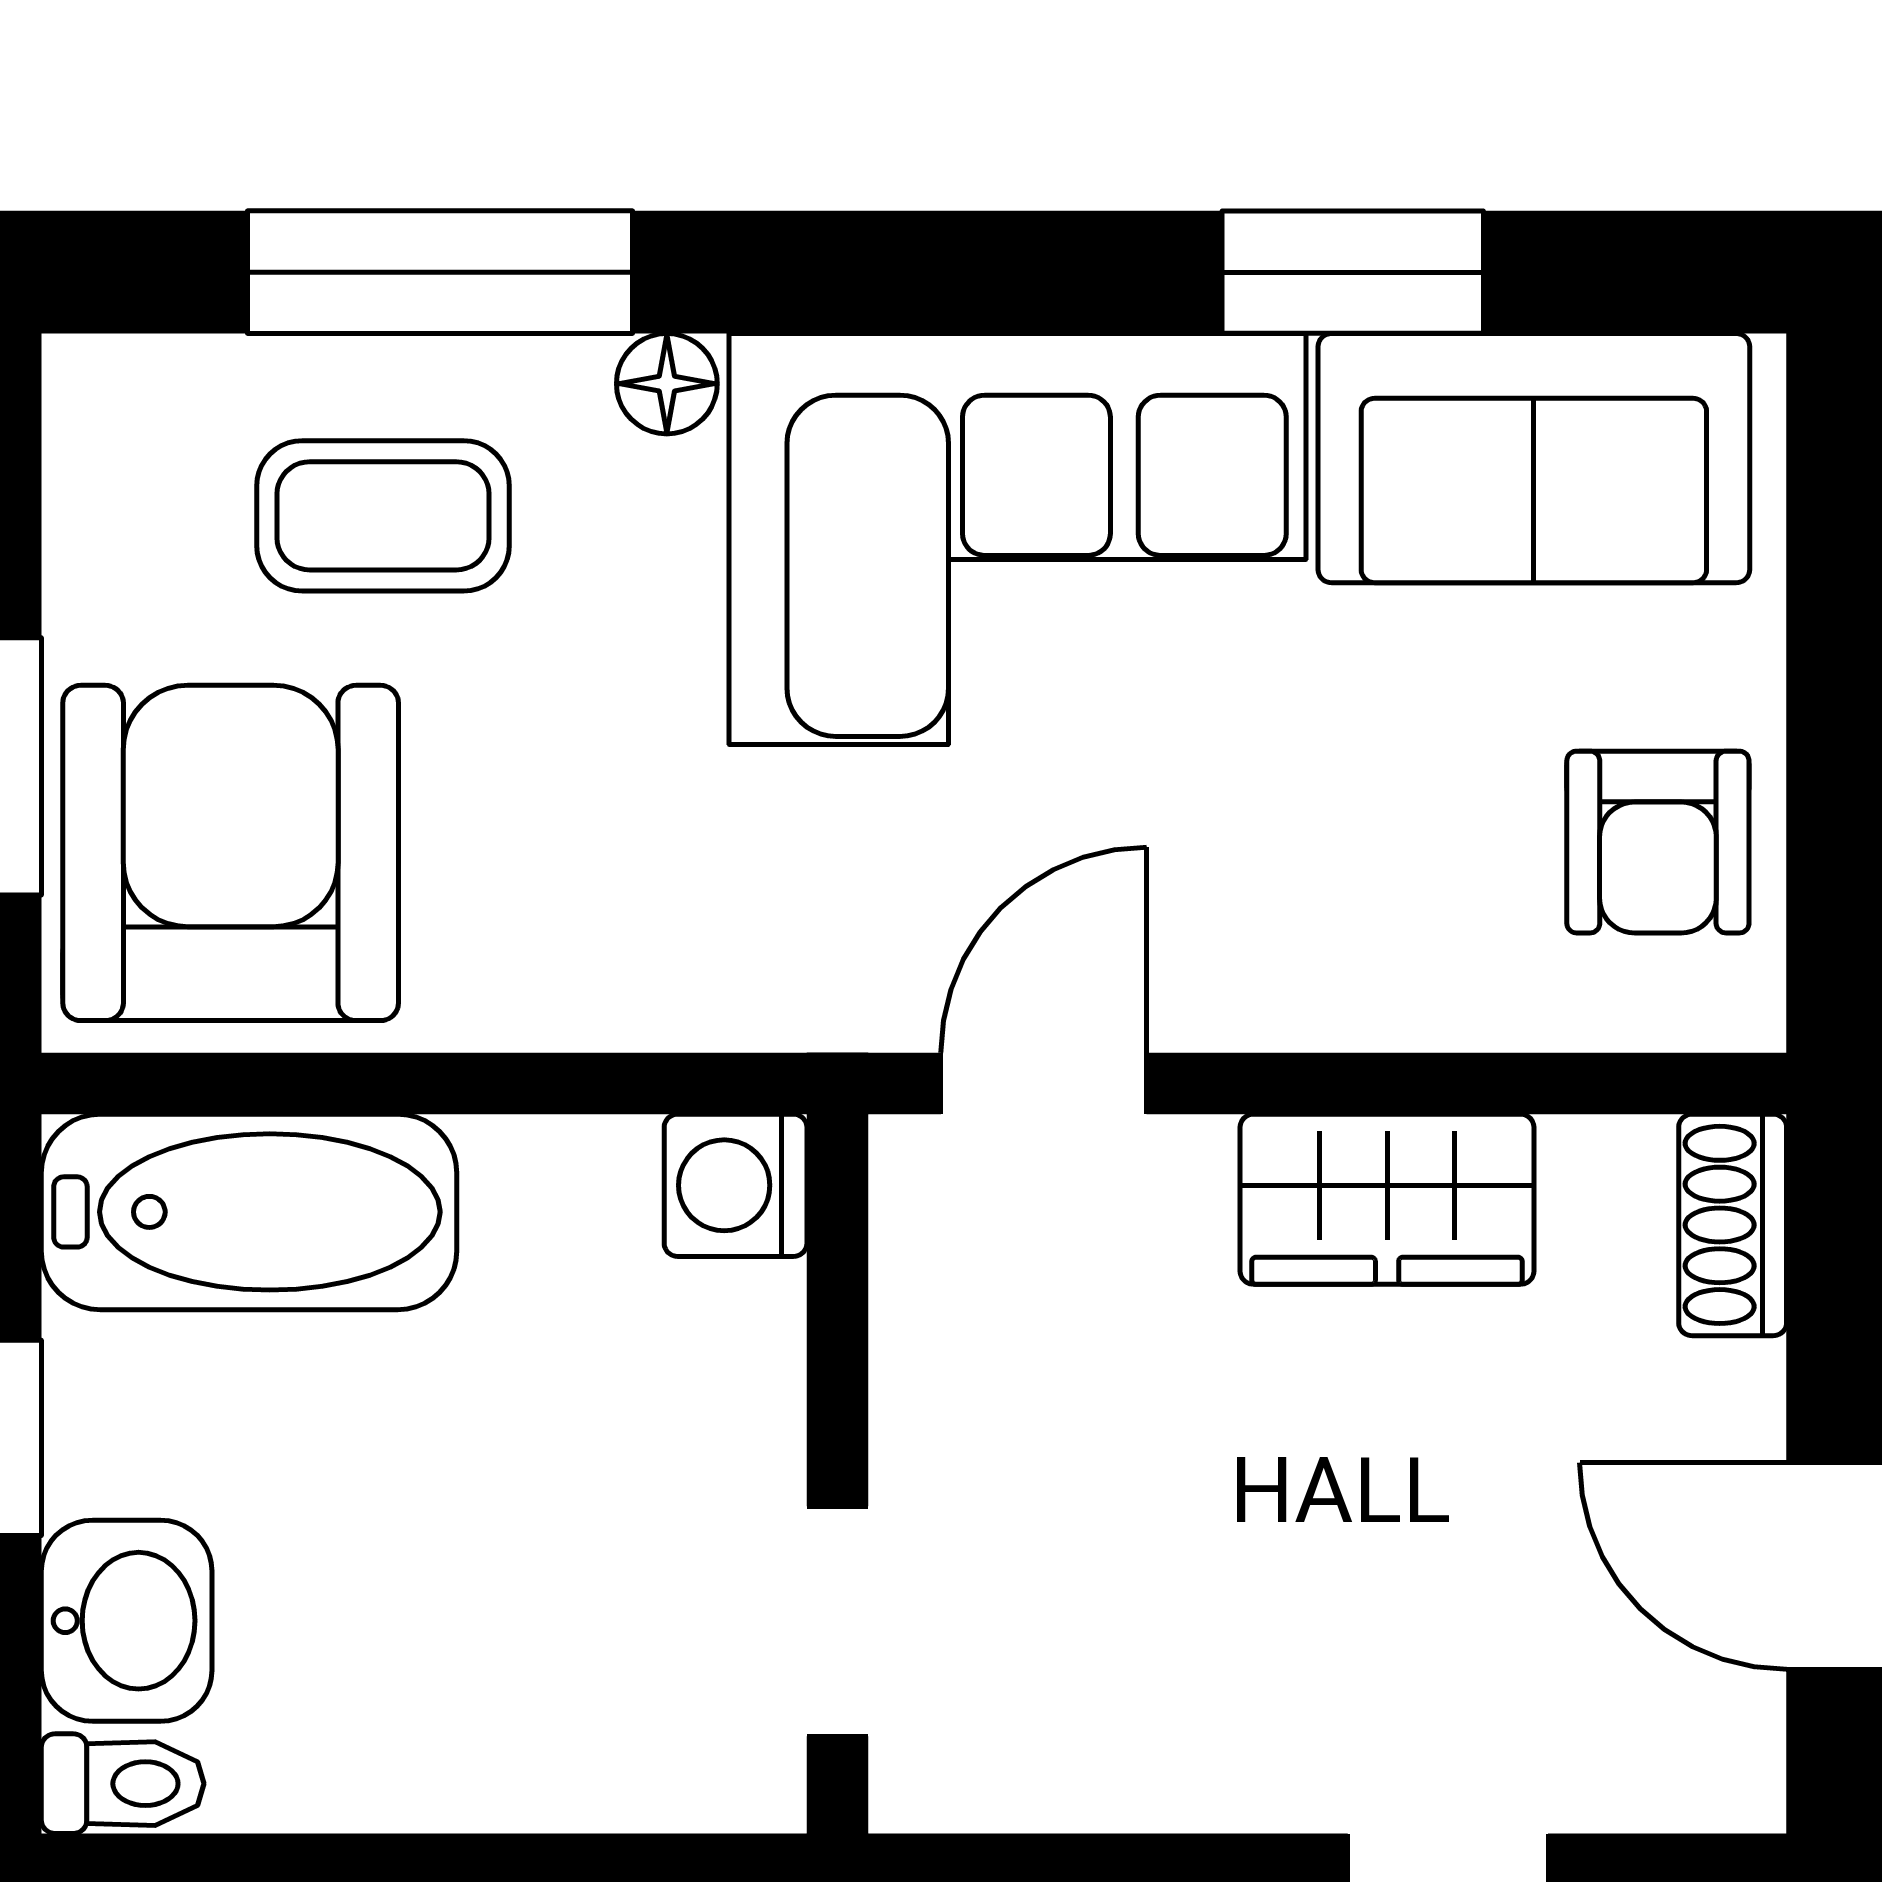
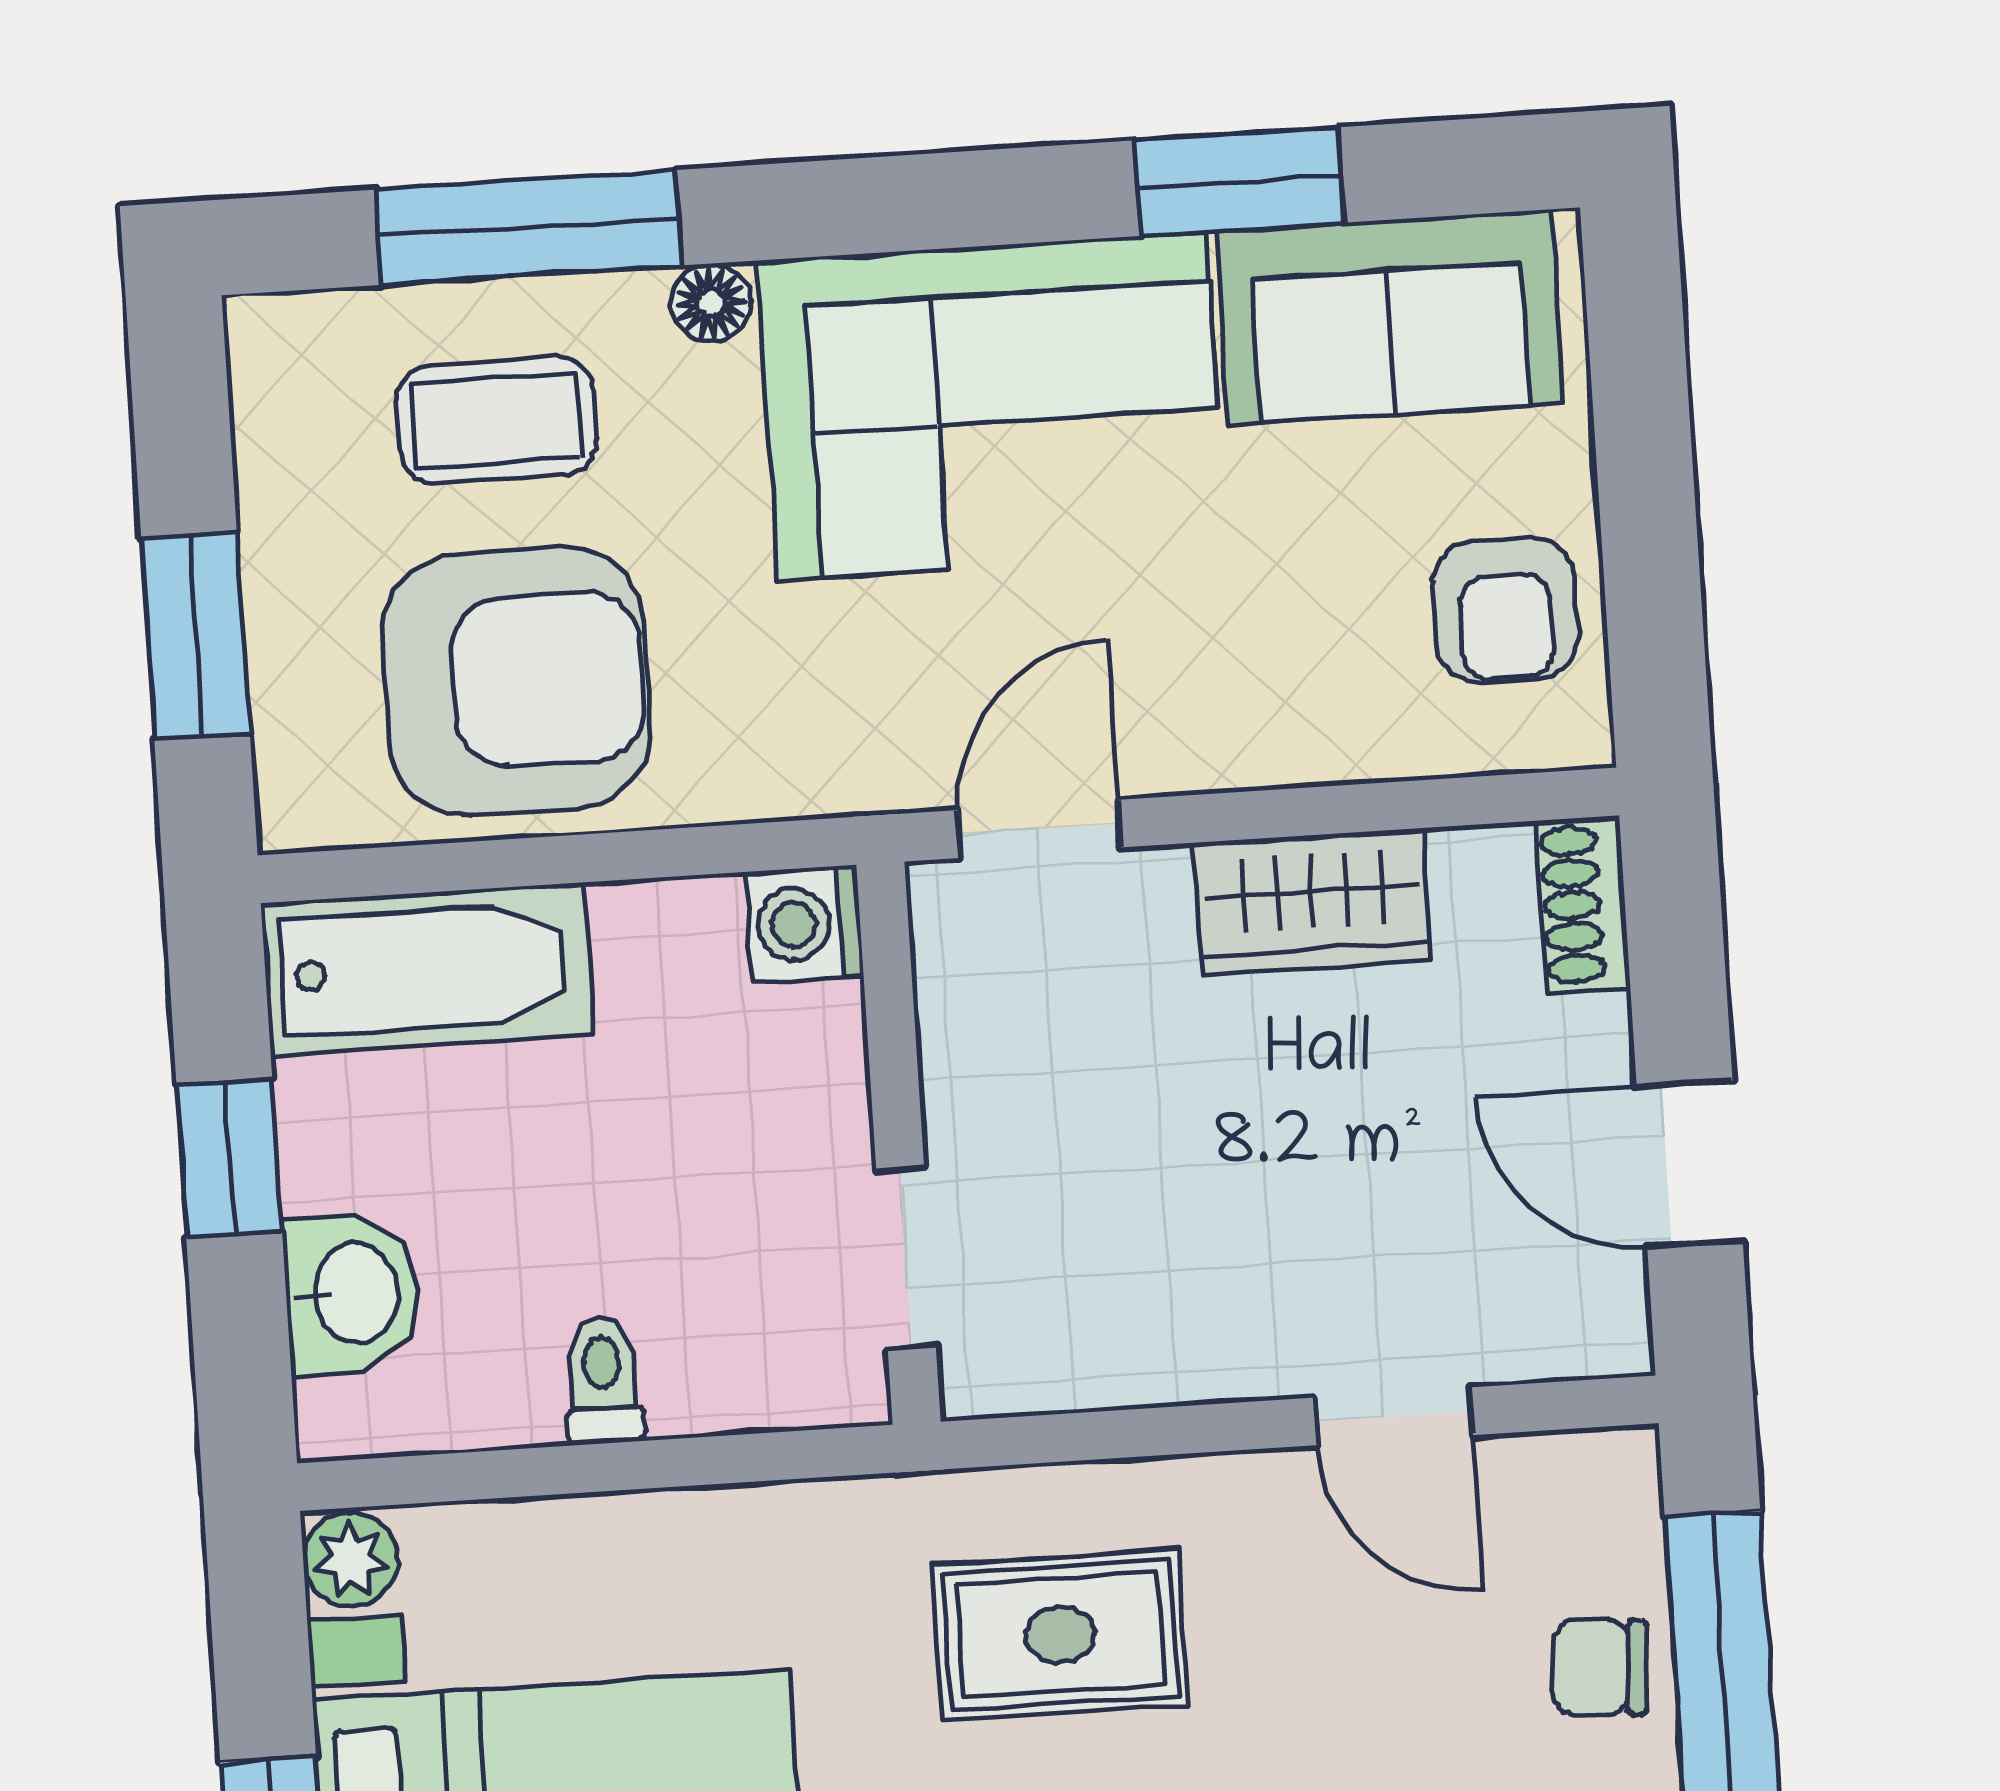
armchair: (231, 853) -> (516, 681), moved, turned 90
toilet: (123, 1784) -> (603, 1380), moved, turned -90

